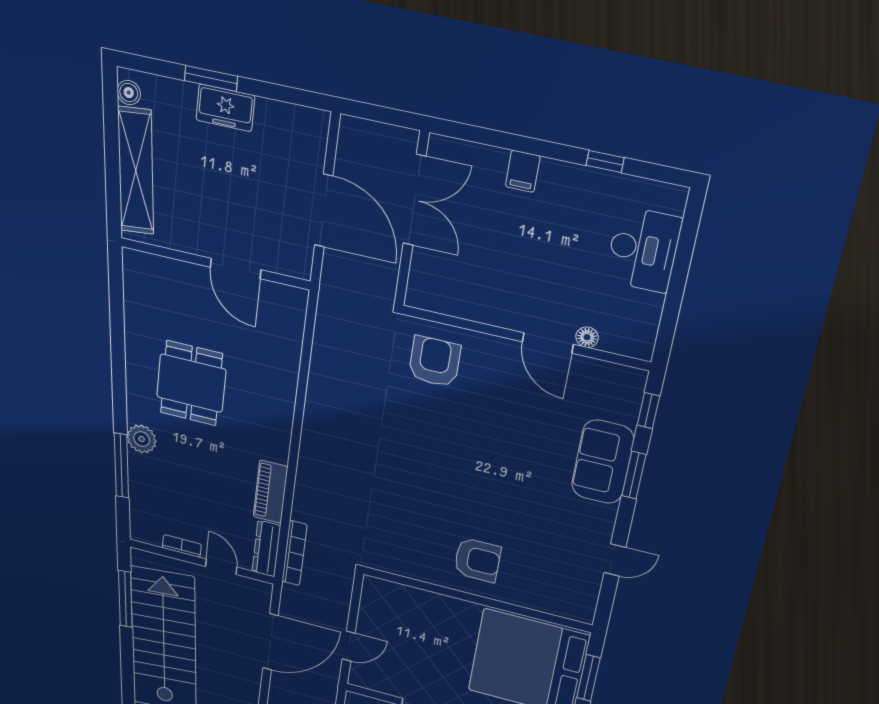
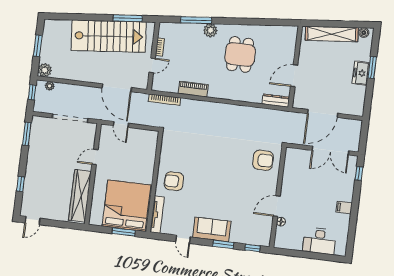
window: (605, 161) -> (359, 173), moved
filing cabinet: (523, 171) -> (344, 208), moved
dining table: (191, 383) -> (240, 54), turned 90
sofa: (603, 462) -> (212, 229), moved
dresser: (266, 549) -> (276, 101), moved
armchair: (477, 560) -> (174, 181), turned 90
tv unit: (553, 605) -> (157, 215), added

